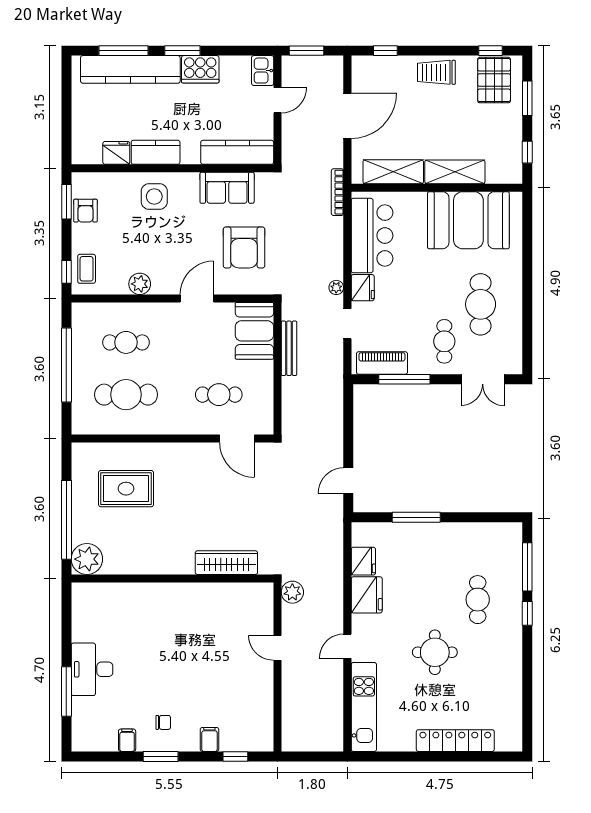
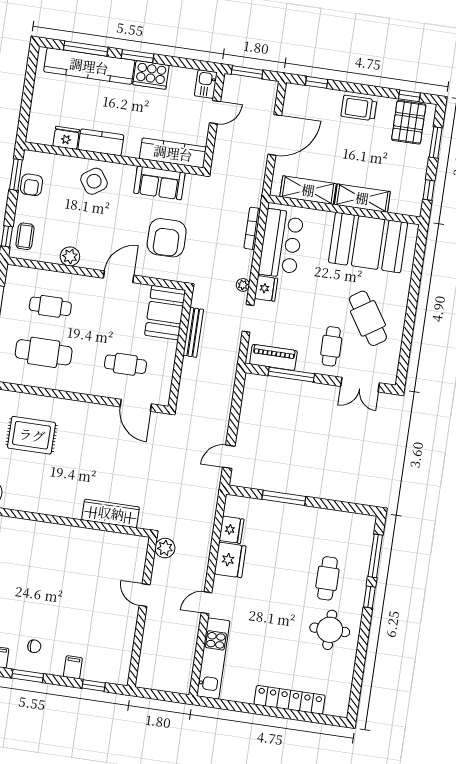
bookcase: (337, 192) -> (252, 228), moved
side table: (154, 197) -> (94, 181), turned -34
cafe table: (481, 304) -> (368, 318), turned -33
round table: (435, 652) -> (330, 630), moved

